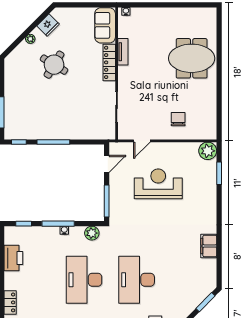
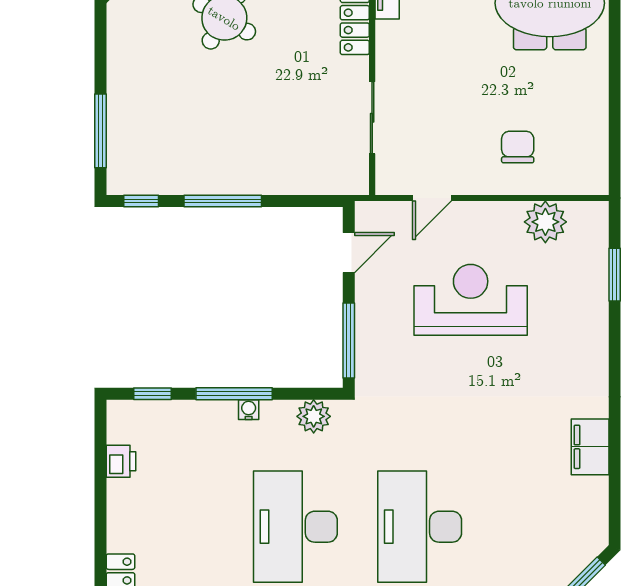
plant: (208, 151) -> (545, 222), moved
printer: (13, 258) -> (121, 461), width x0.53, depth x0.68

